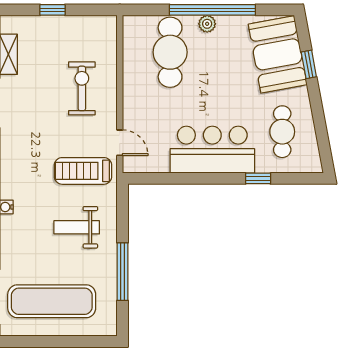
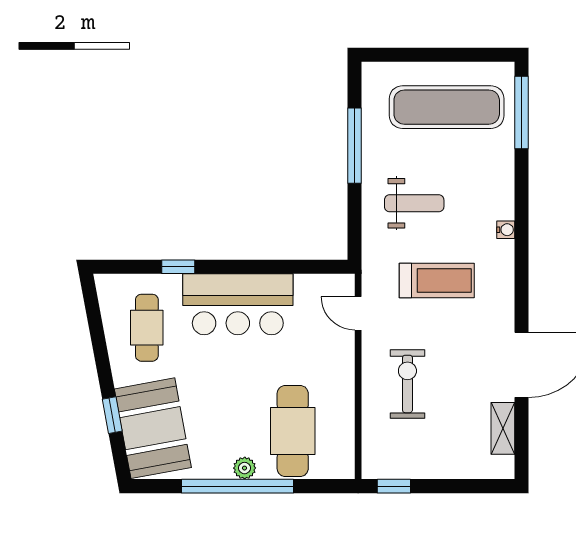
window: (52, 10) -> (394, 486), moved
exercise bike: (82, 88) -> (407, 384), turned 180
treadmill: (83, 171) -> (437, 281), moved

